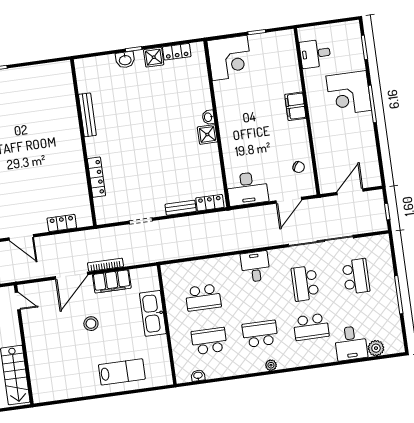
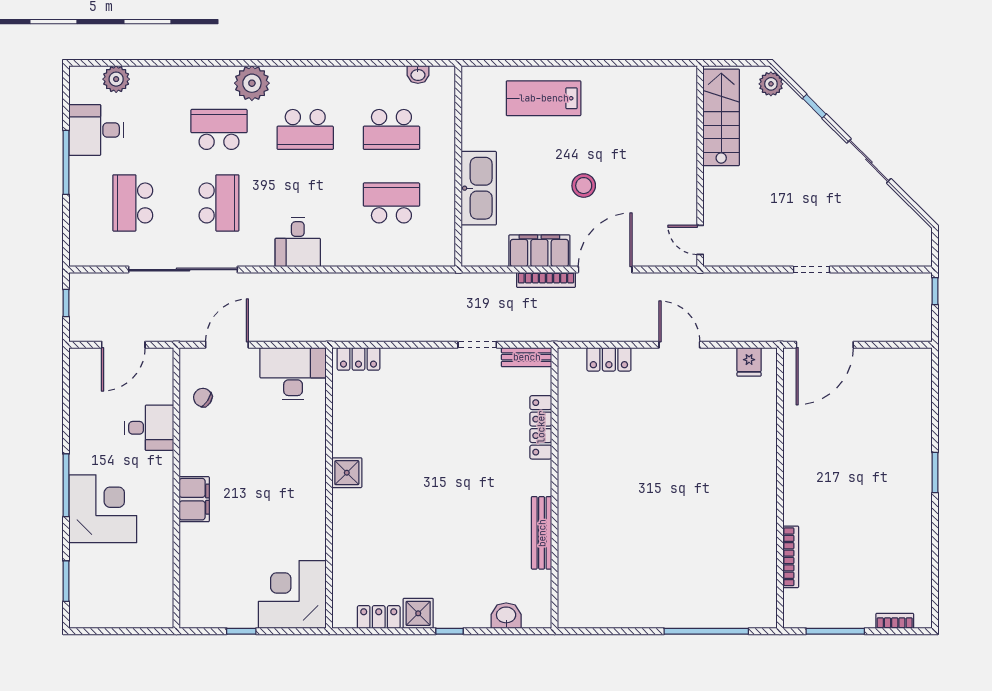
desk: (315, 54) -> (149, 428), moved
washbasin: (125, 60) -> (506, 616), moved
washbasin: (208, 117) -> (341, 501), removed
bench: (181, 208) -> (527, 357), moved
desk: (351, 343) -> (96, 130), moved, turned -90
plant: (271, 365) -> (252, 83), moved, width x1.87, depth x1.87

